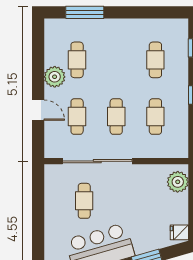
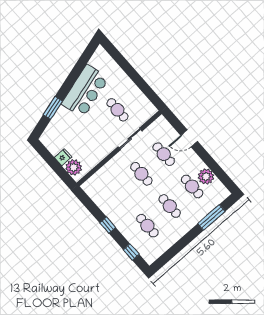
plant: (55, 77) -> (206, 177), moved
cafe table: (155, 117) -> (170, 206), moved
sliding door: (97, 161) -> (130, 139), width x0.54
fridge: (179, 232) -> (63, 157), moved

